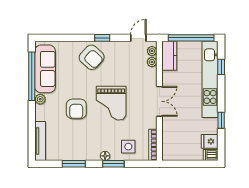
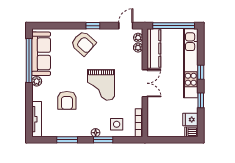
kitchen counter: (169, 56) -> (154, 48), width x1.50
window: (221, 67) -> (201, 72), moved
armchair: (76, 109) -> (67, 100), moved

